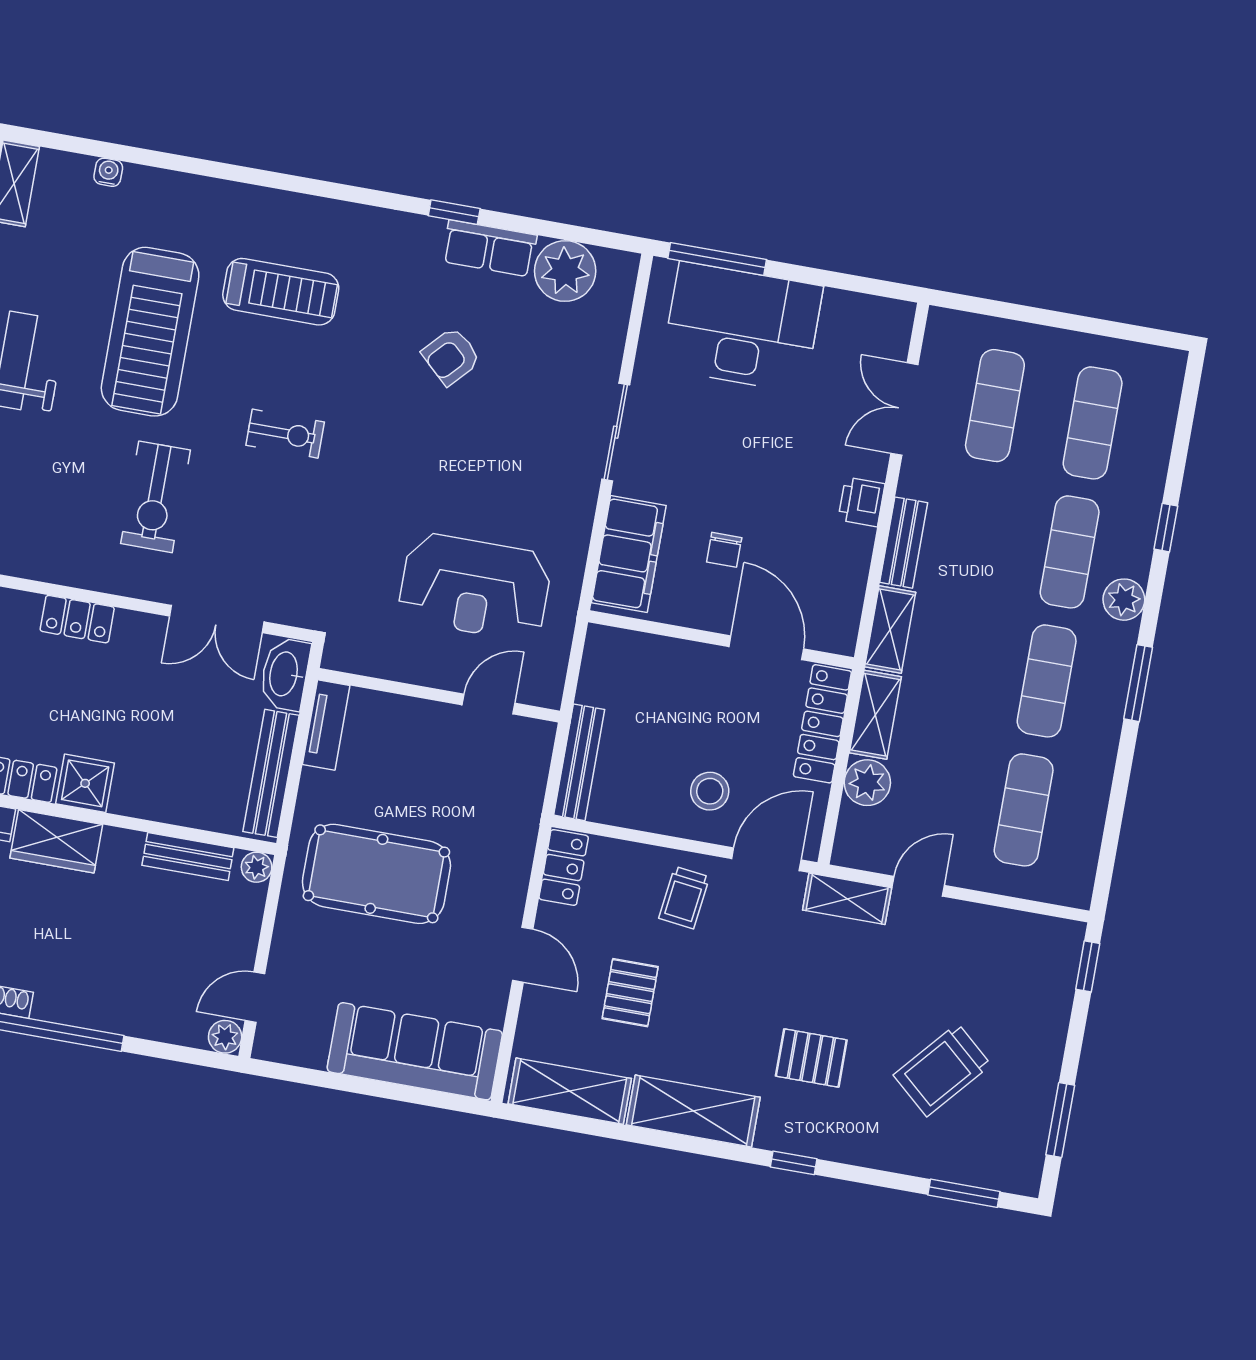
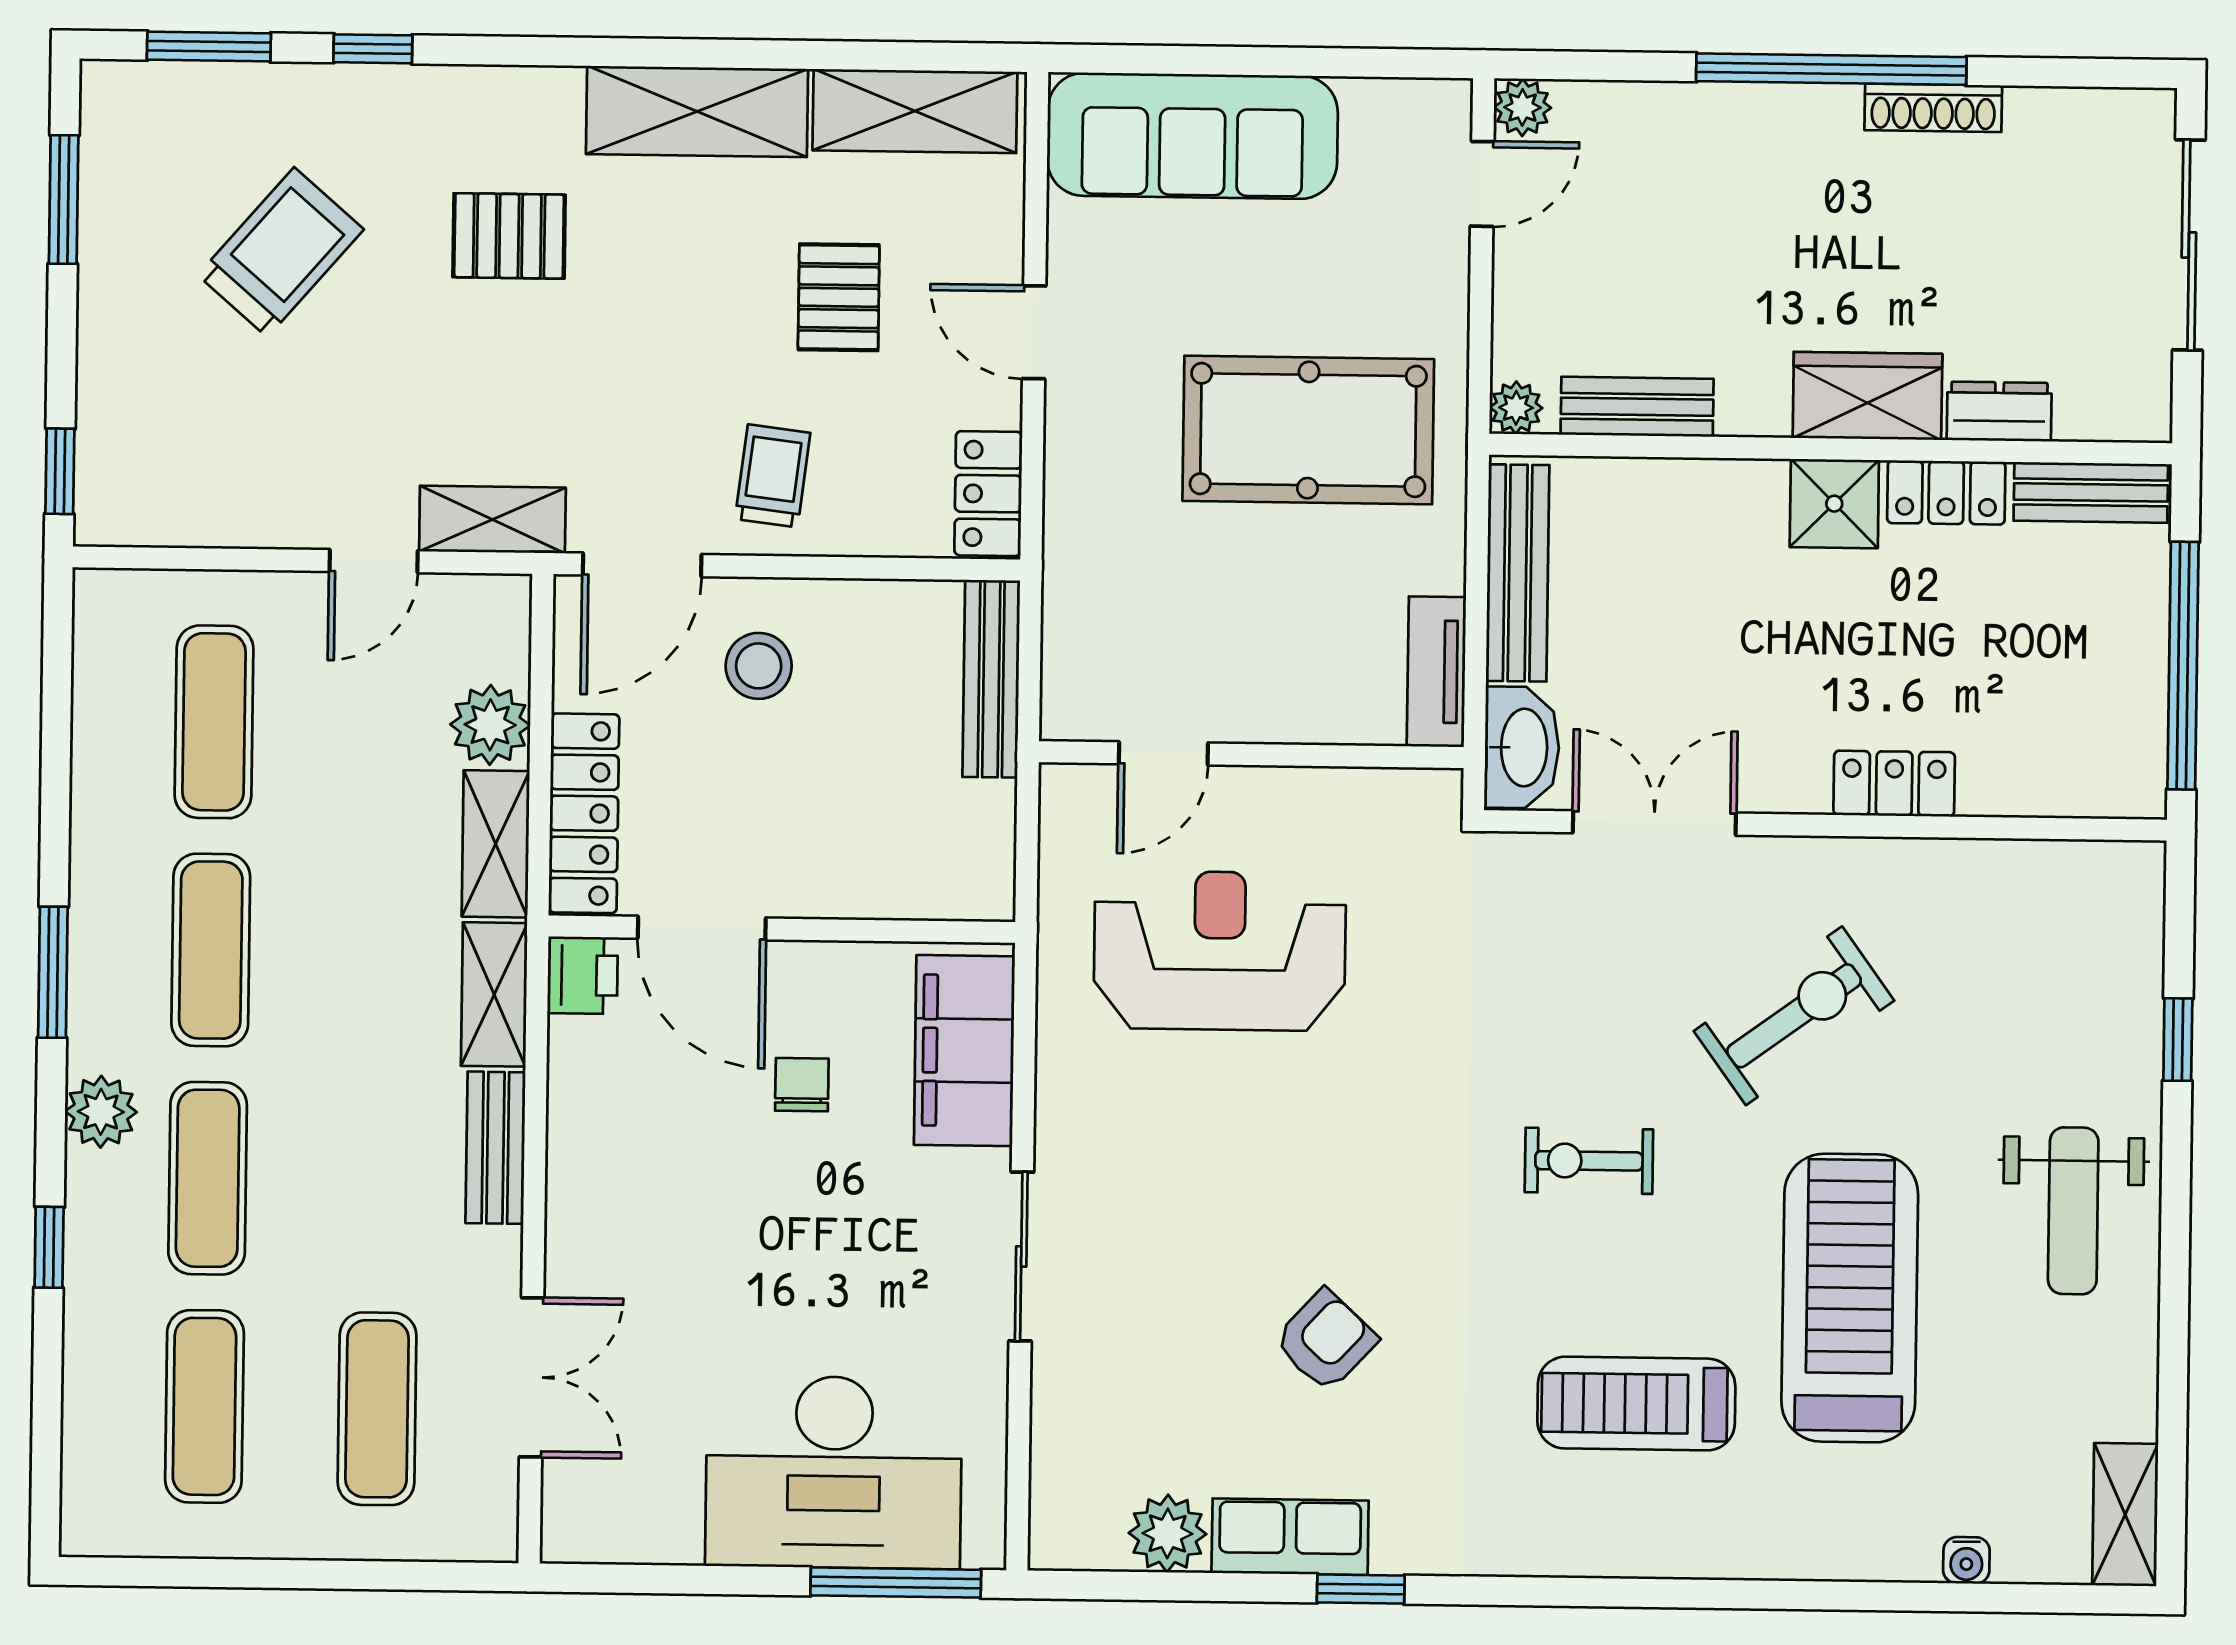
plant: (565, 271) -> (1168, 1533), width x0.73, depth x0.73
exercise bike: (155, 497) -> (1794, 1016), turned 54
printer: (861, 502) -> (583, 975), moved
window: (794, 1163) -> (373, 49), moved

